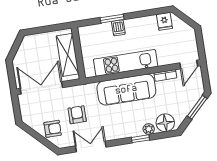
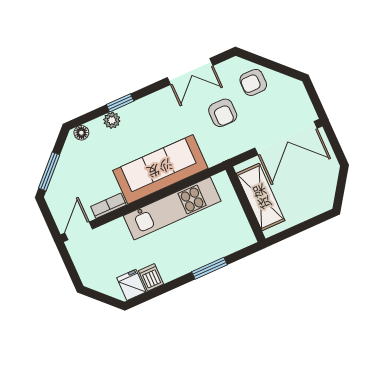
dishwasher: (118, 28) -> (151, 277), moved
floor lamp: (165, 123) -> (81, 133), width x0.53, depth x0.53

